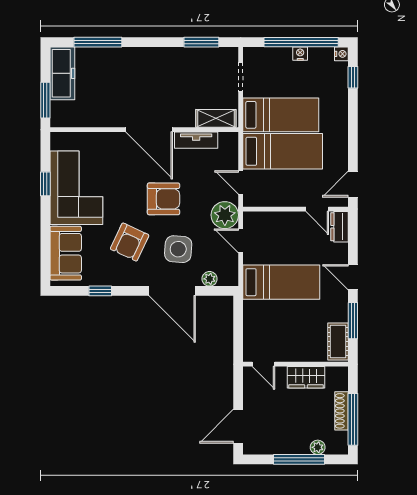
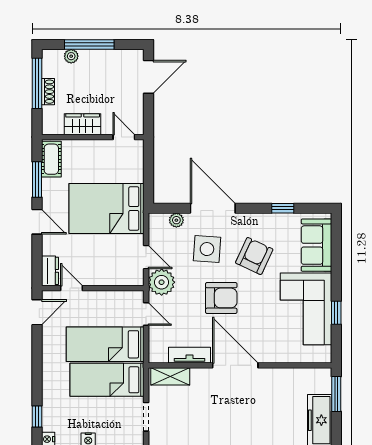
armchair: (163, 199) -> (221, 298), turned 180
bed: (281, 282) -> (107, 209), width x1.50
shoe rack: (342, 411) -> (48, 92), width x0.70

